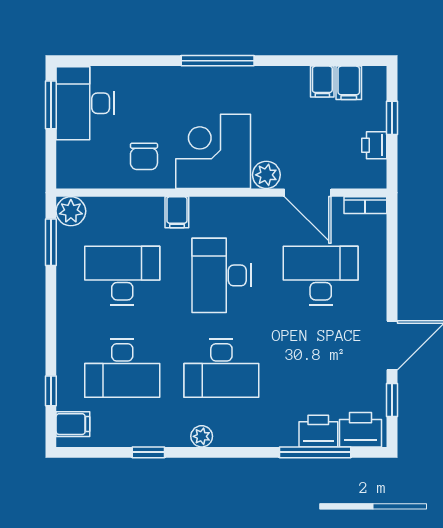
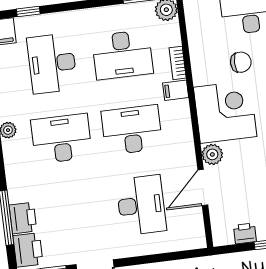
chair: (144, 156) -> (241, 62), moved, turned 180
bookcase: (365, 205) -> (178, 63), moved
desk: (122, 275) -> (122, 55), turned 90
desk: (221, 368) -> (62, 139), turned 90

